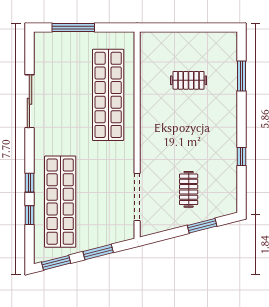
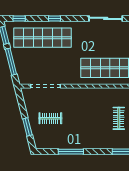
window: (242, 156) -> (71, 152), width x2.17
window: (29, 215) -> (19, 18), moved
window: (98, 252) -> (11, 62), width x1.44

